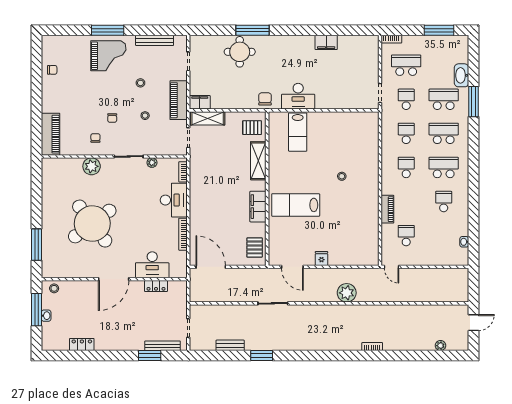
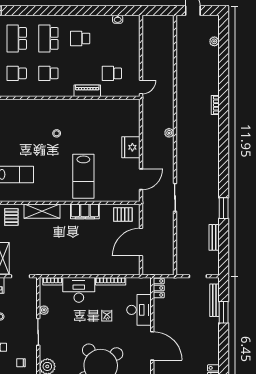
fridge: (321, 258) -> (131, 147), width x1.88, depth x1.34
door: (211, 267) -> (141, 242), moved
locker: (156, 286) -> (159, 288), moved
plant: (347, 293) -> (169, 133), width x0.53, depth x0.53

